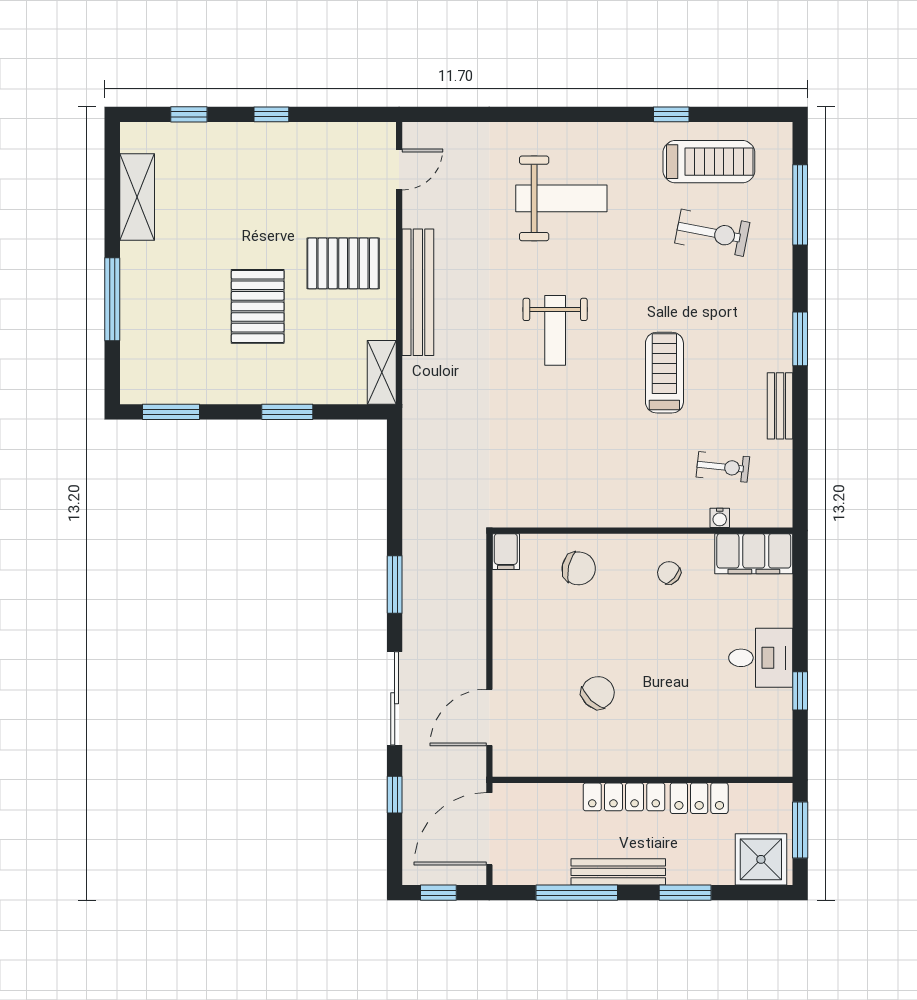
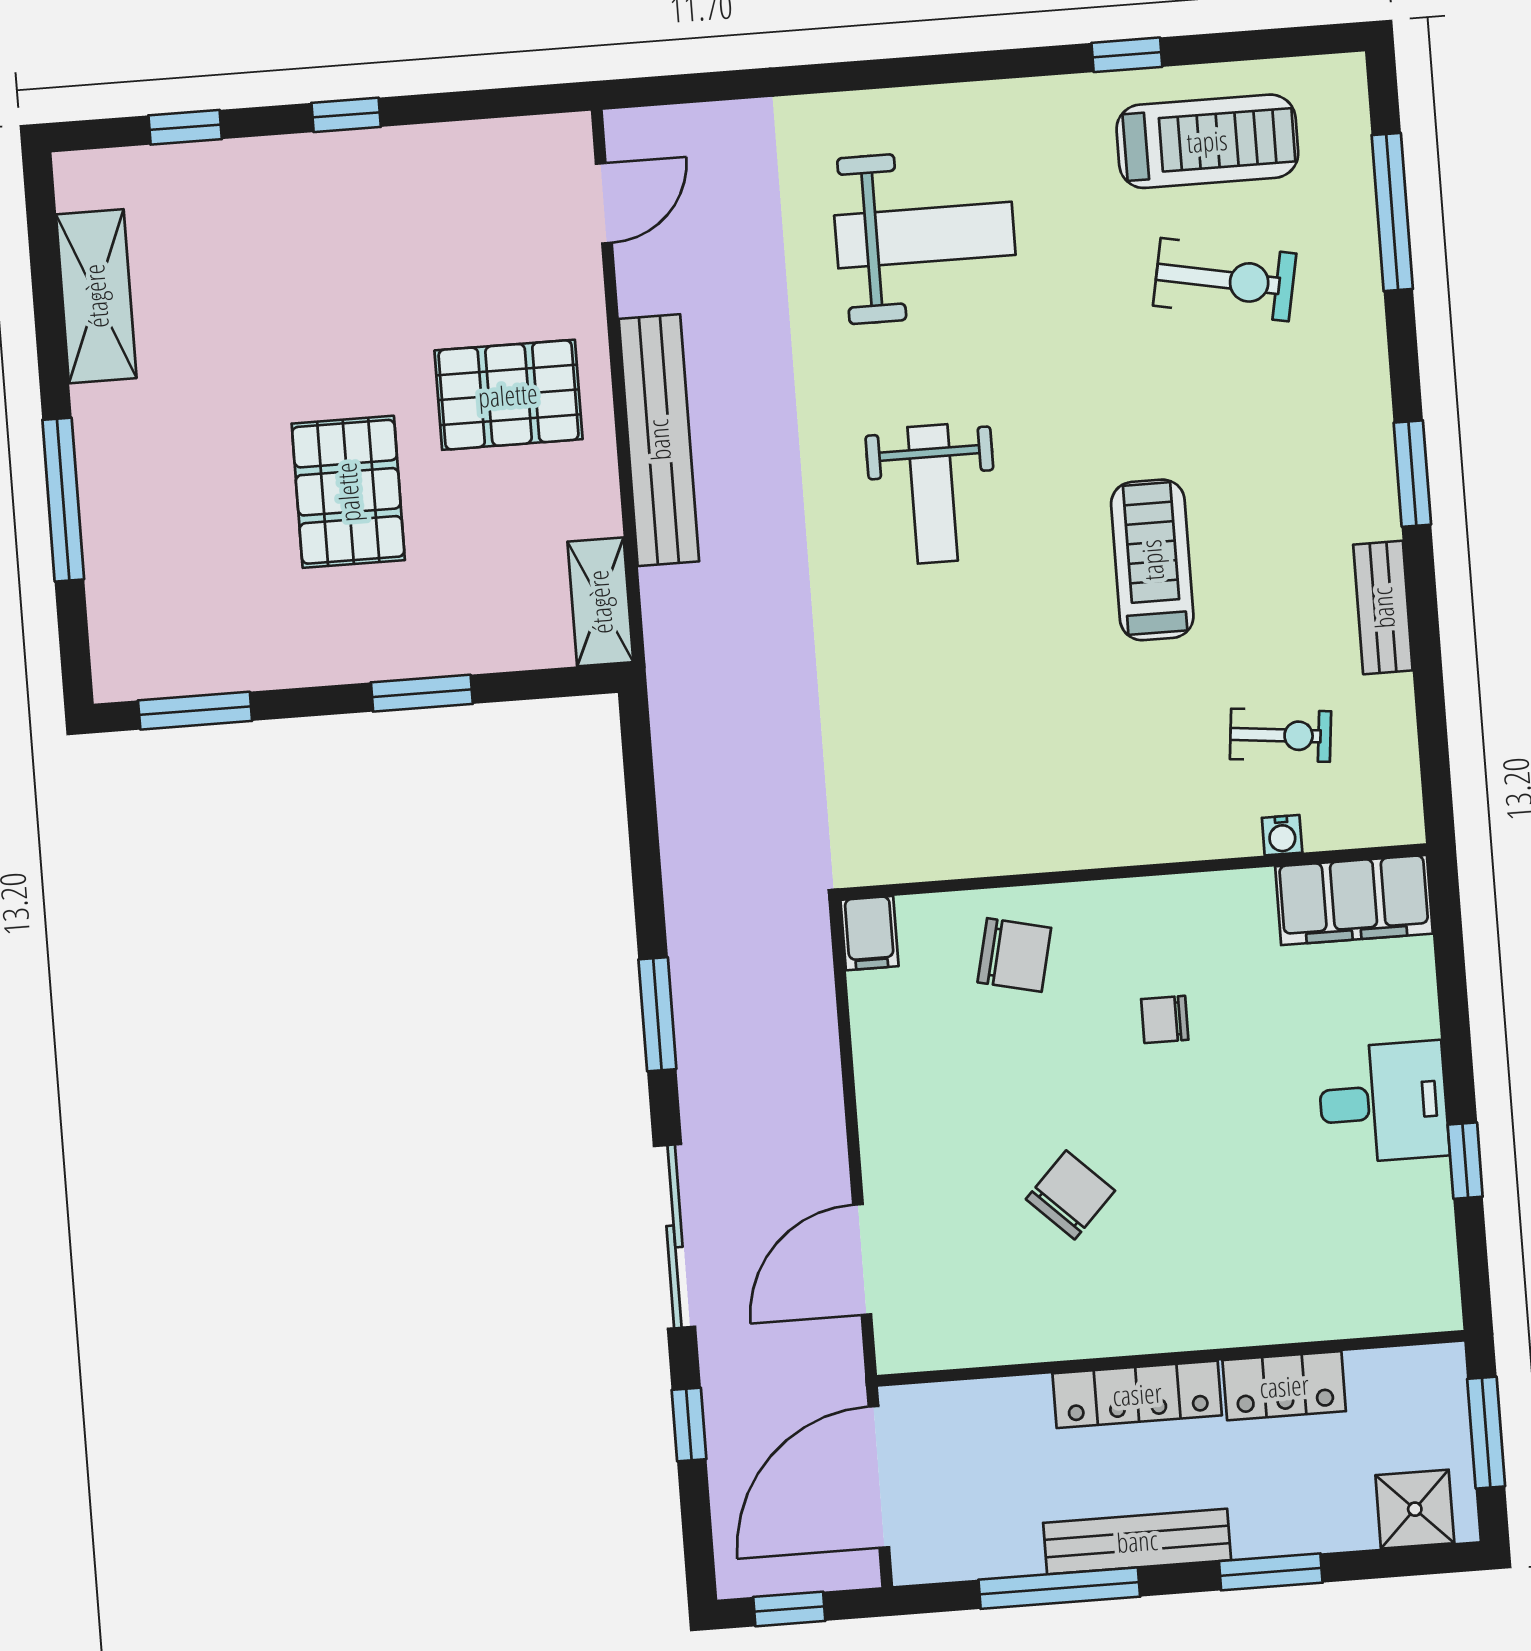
chair: (669, 573) -> (1165, 1019), moved, turned -40
shower: (761, 859) -> (1415, 1509), width x0.73, depth x0.73

